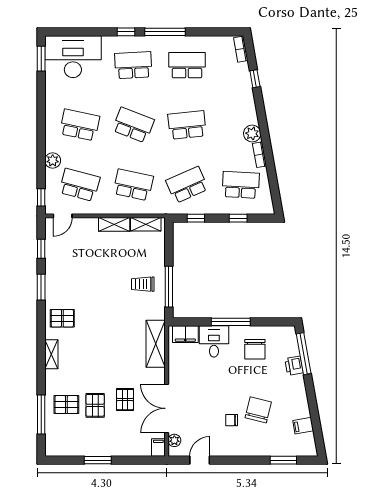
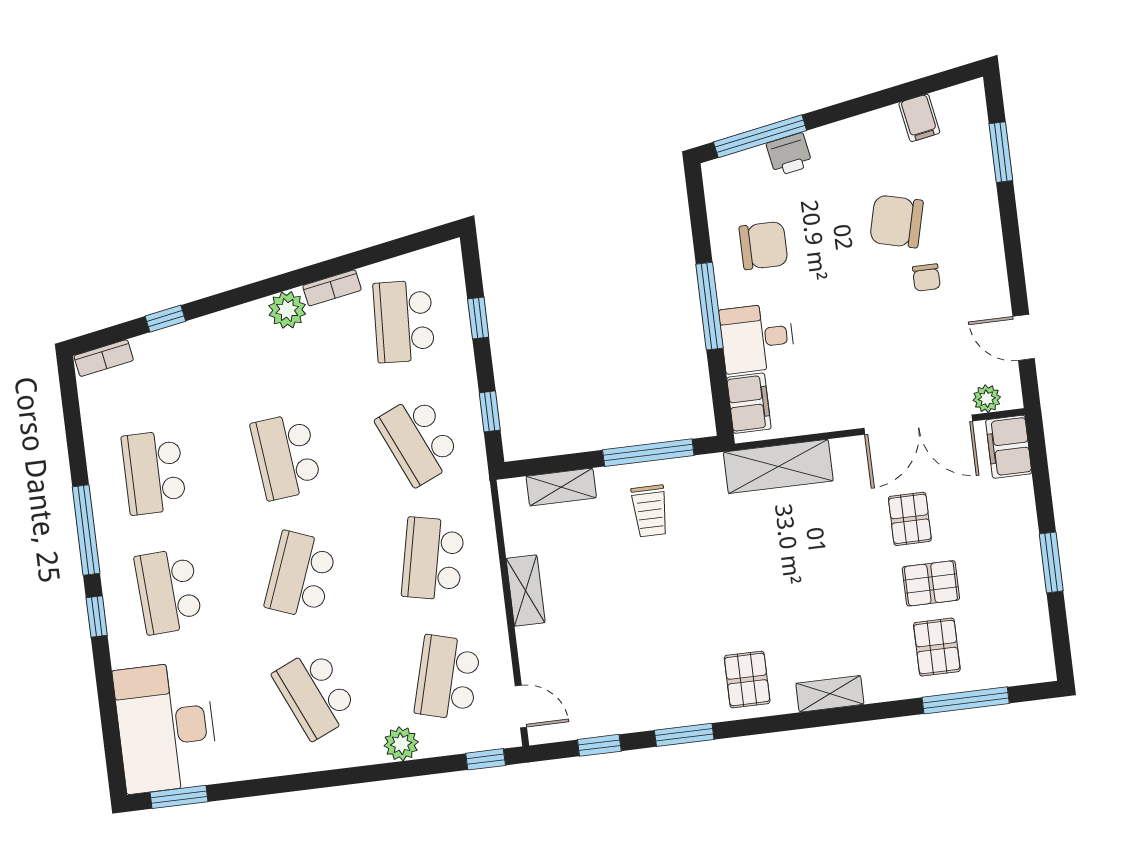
school desk: (80, 125) -> (315, 694), turned -36
shelving: (146, 224) -> (561, 487), moved, turned 90
pallet: (125, 400) -> (910, 519), turned 90
filing cabinet: (158, 448) -> (1009, 447), width x2.00

